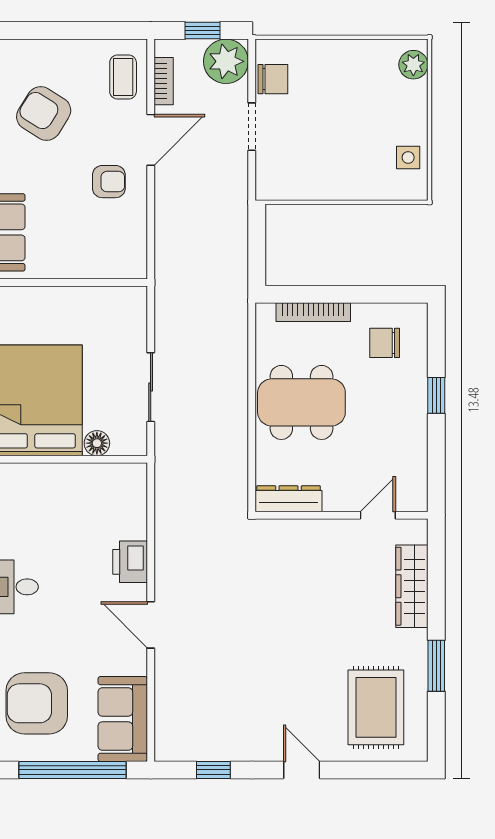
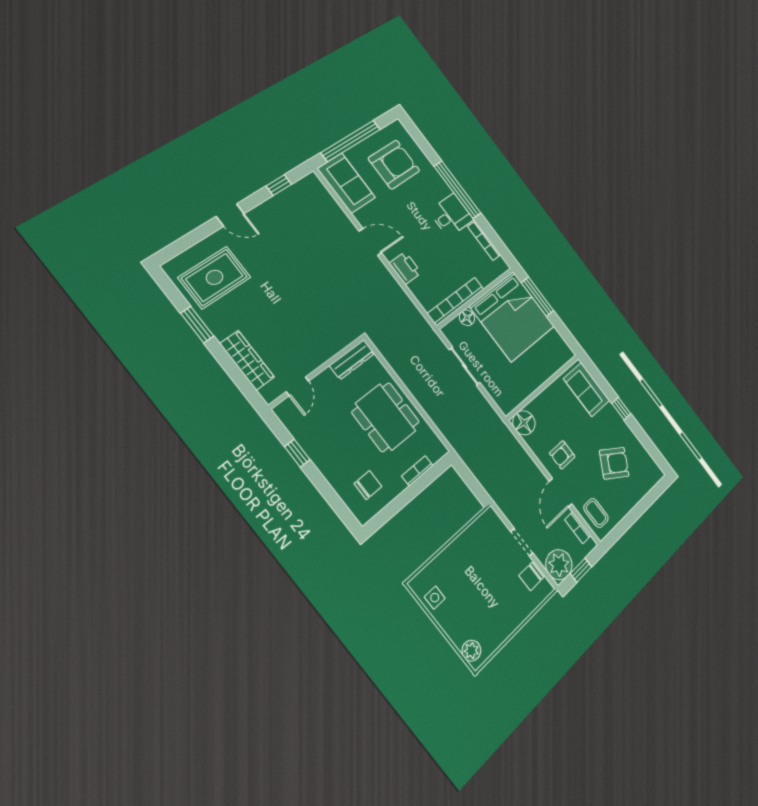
floor lamp: (128, 260) -> (524, 423), added
bookcase: (313, 312) -> (417, 471), width x0.64
window: (436, 395) -> (297, 453), moved
dining table: (301, 402) -> (386, 417), turned 90
bookcase: (95, 474) -> (456, 301), added
rug: (376, 707) -> (214, 277), turned 90

